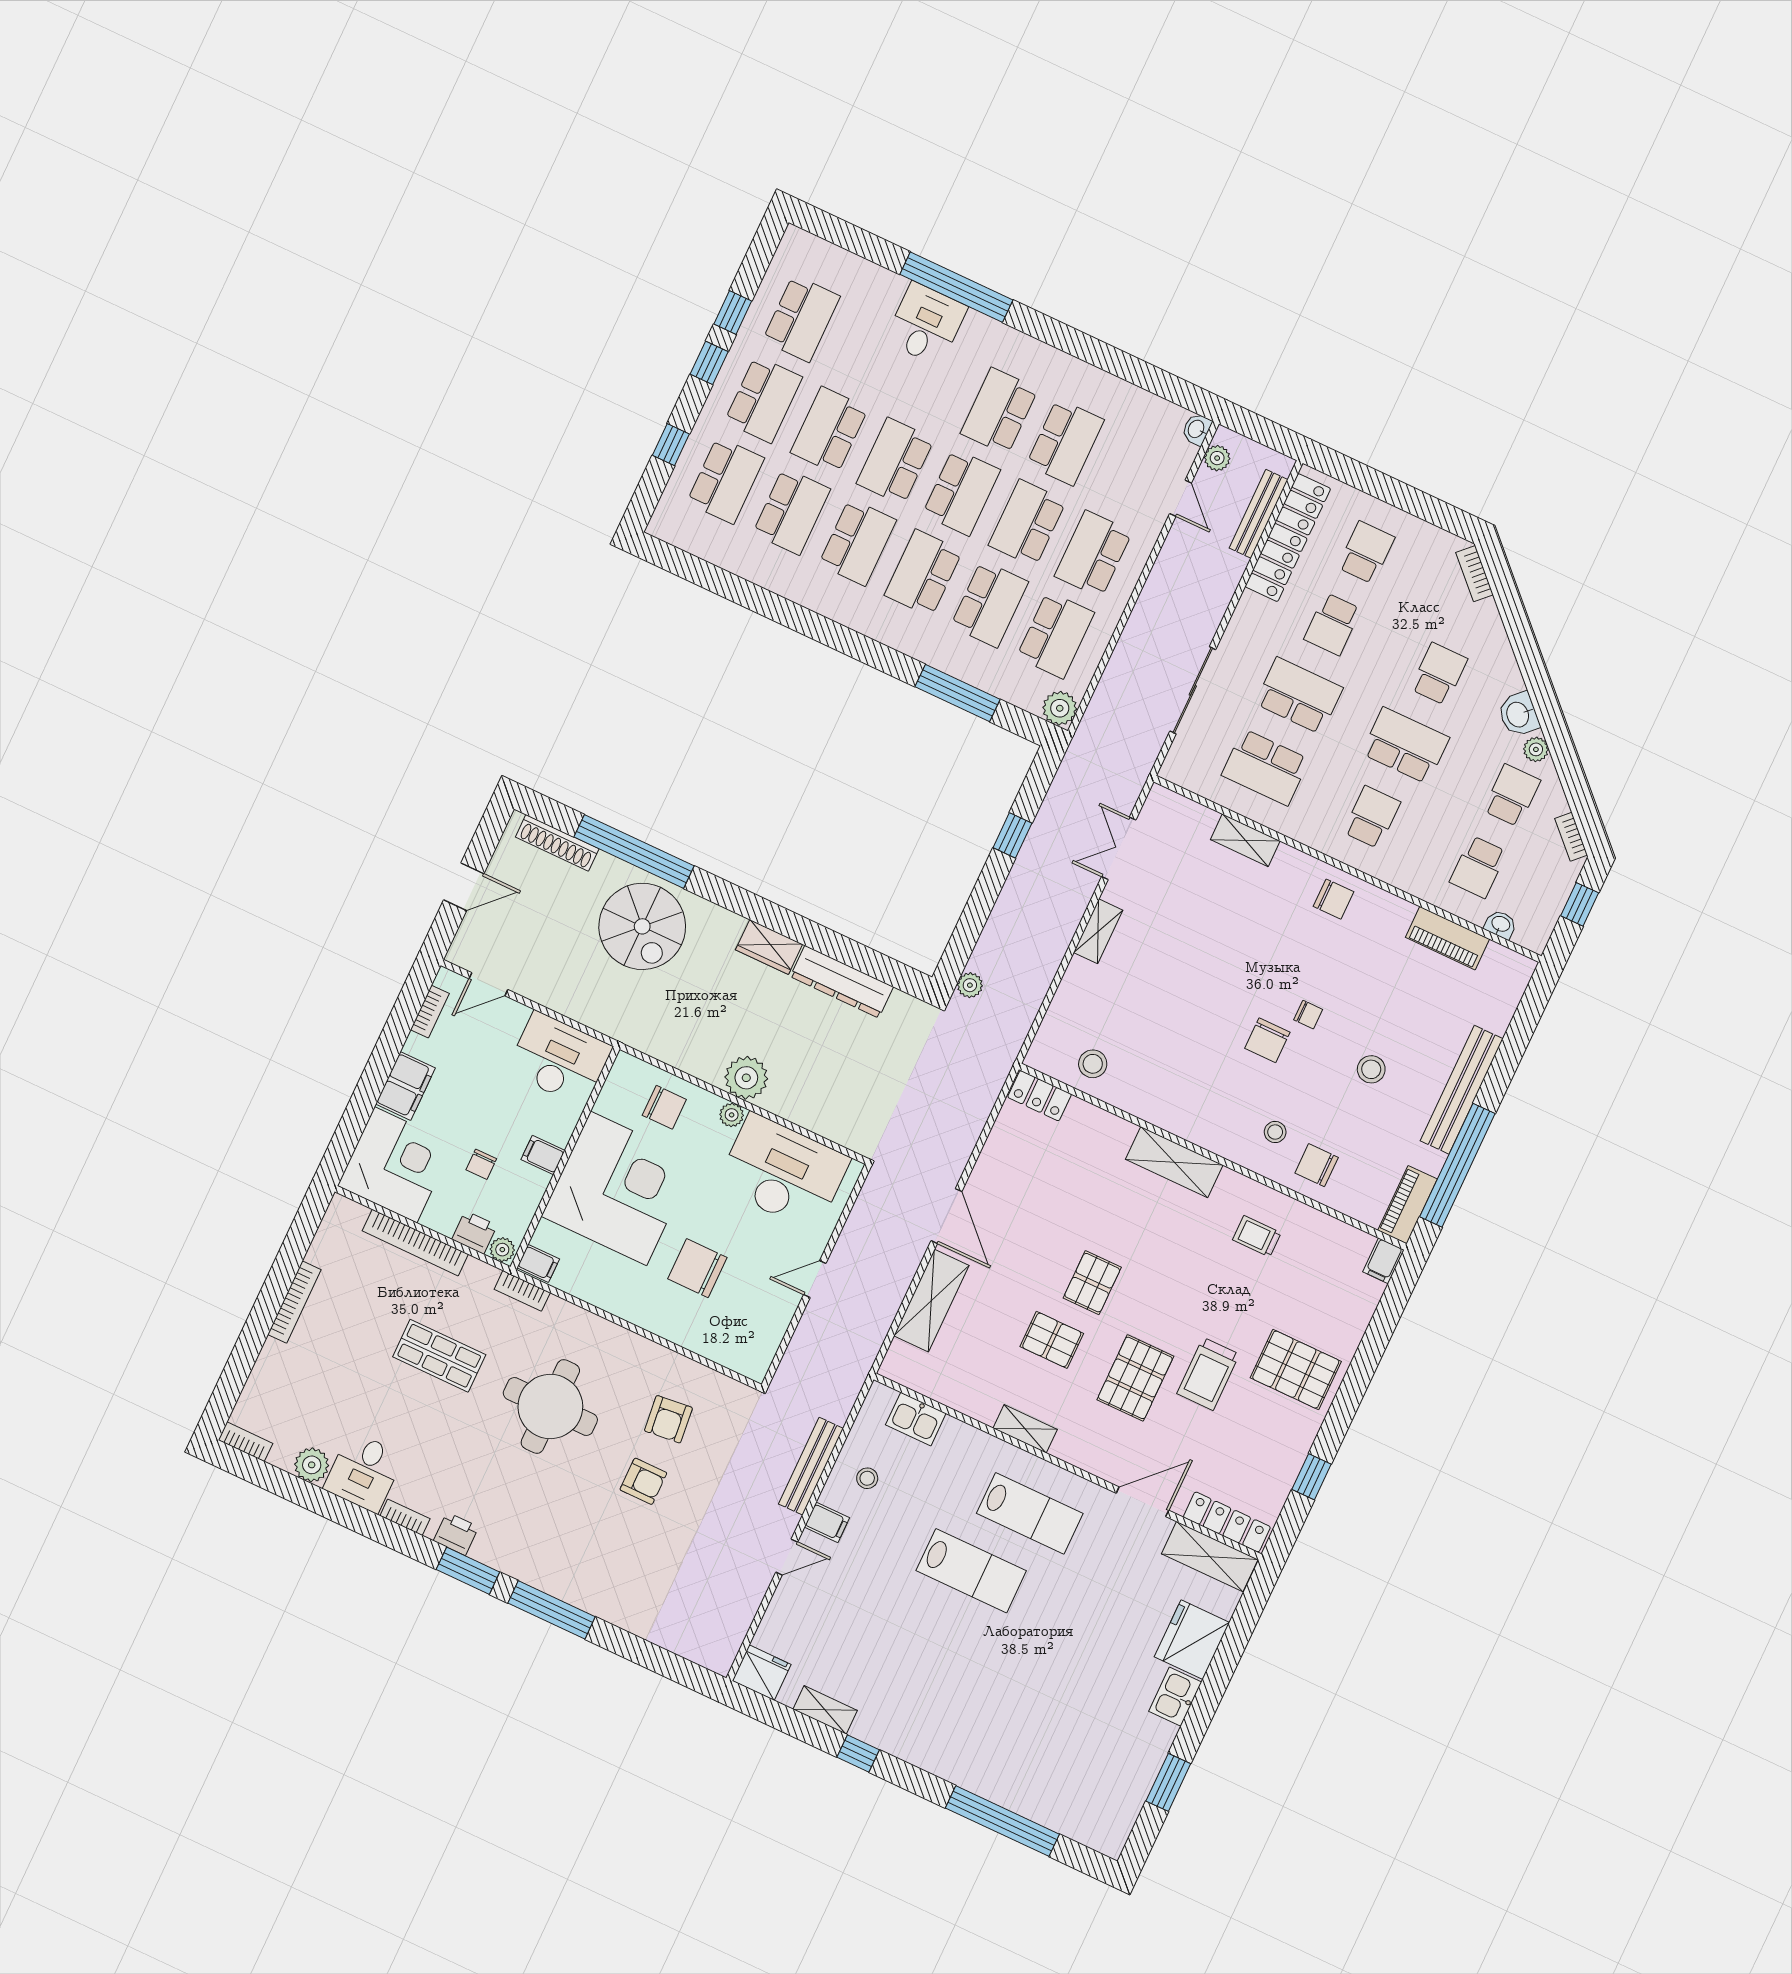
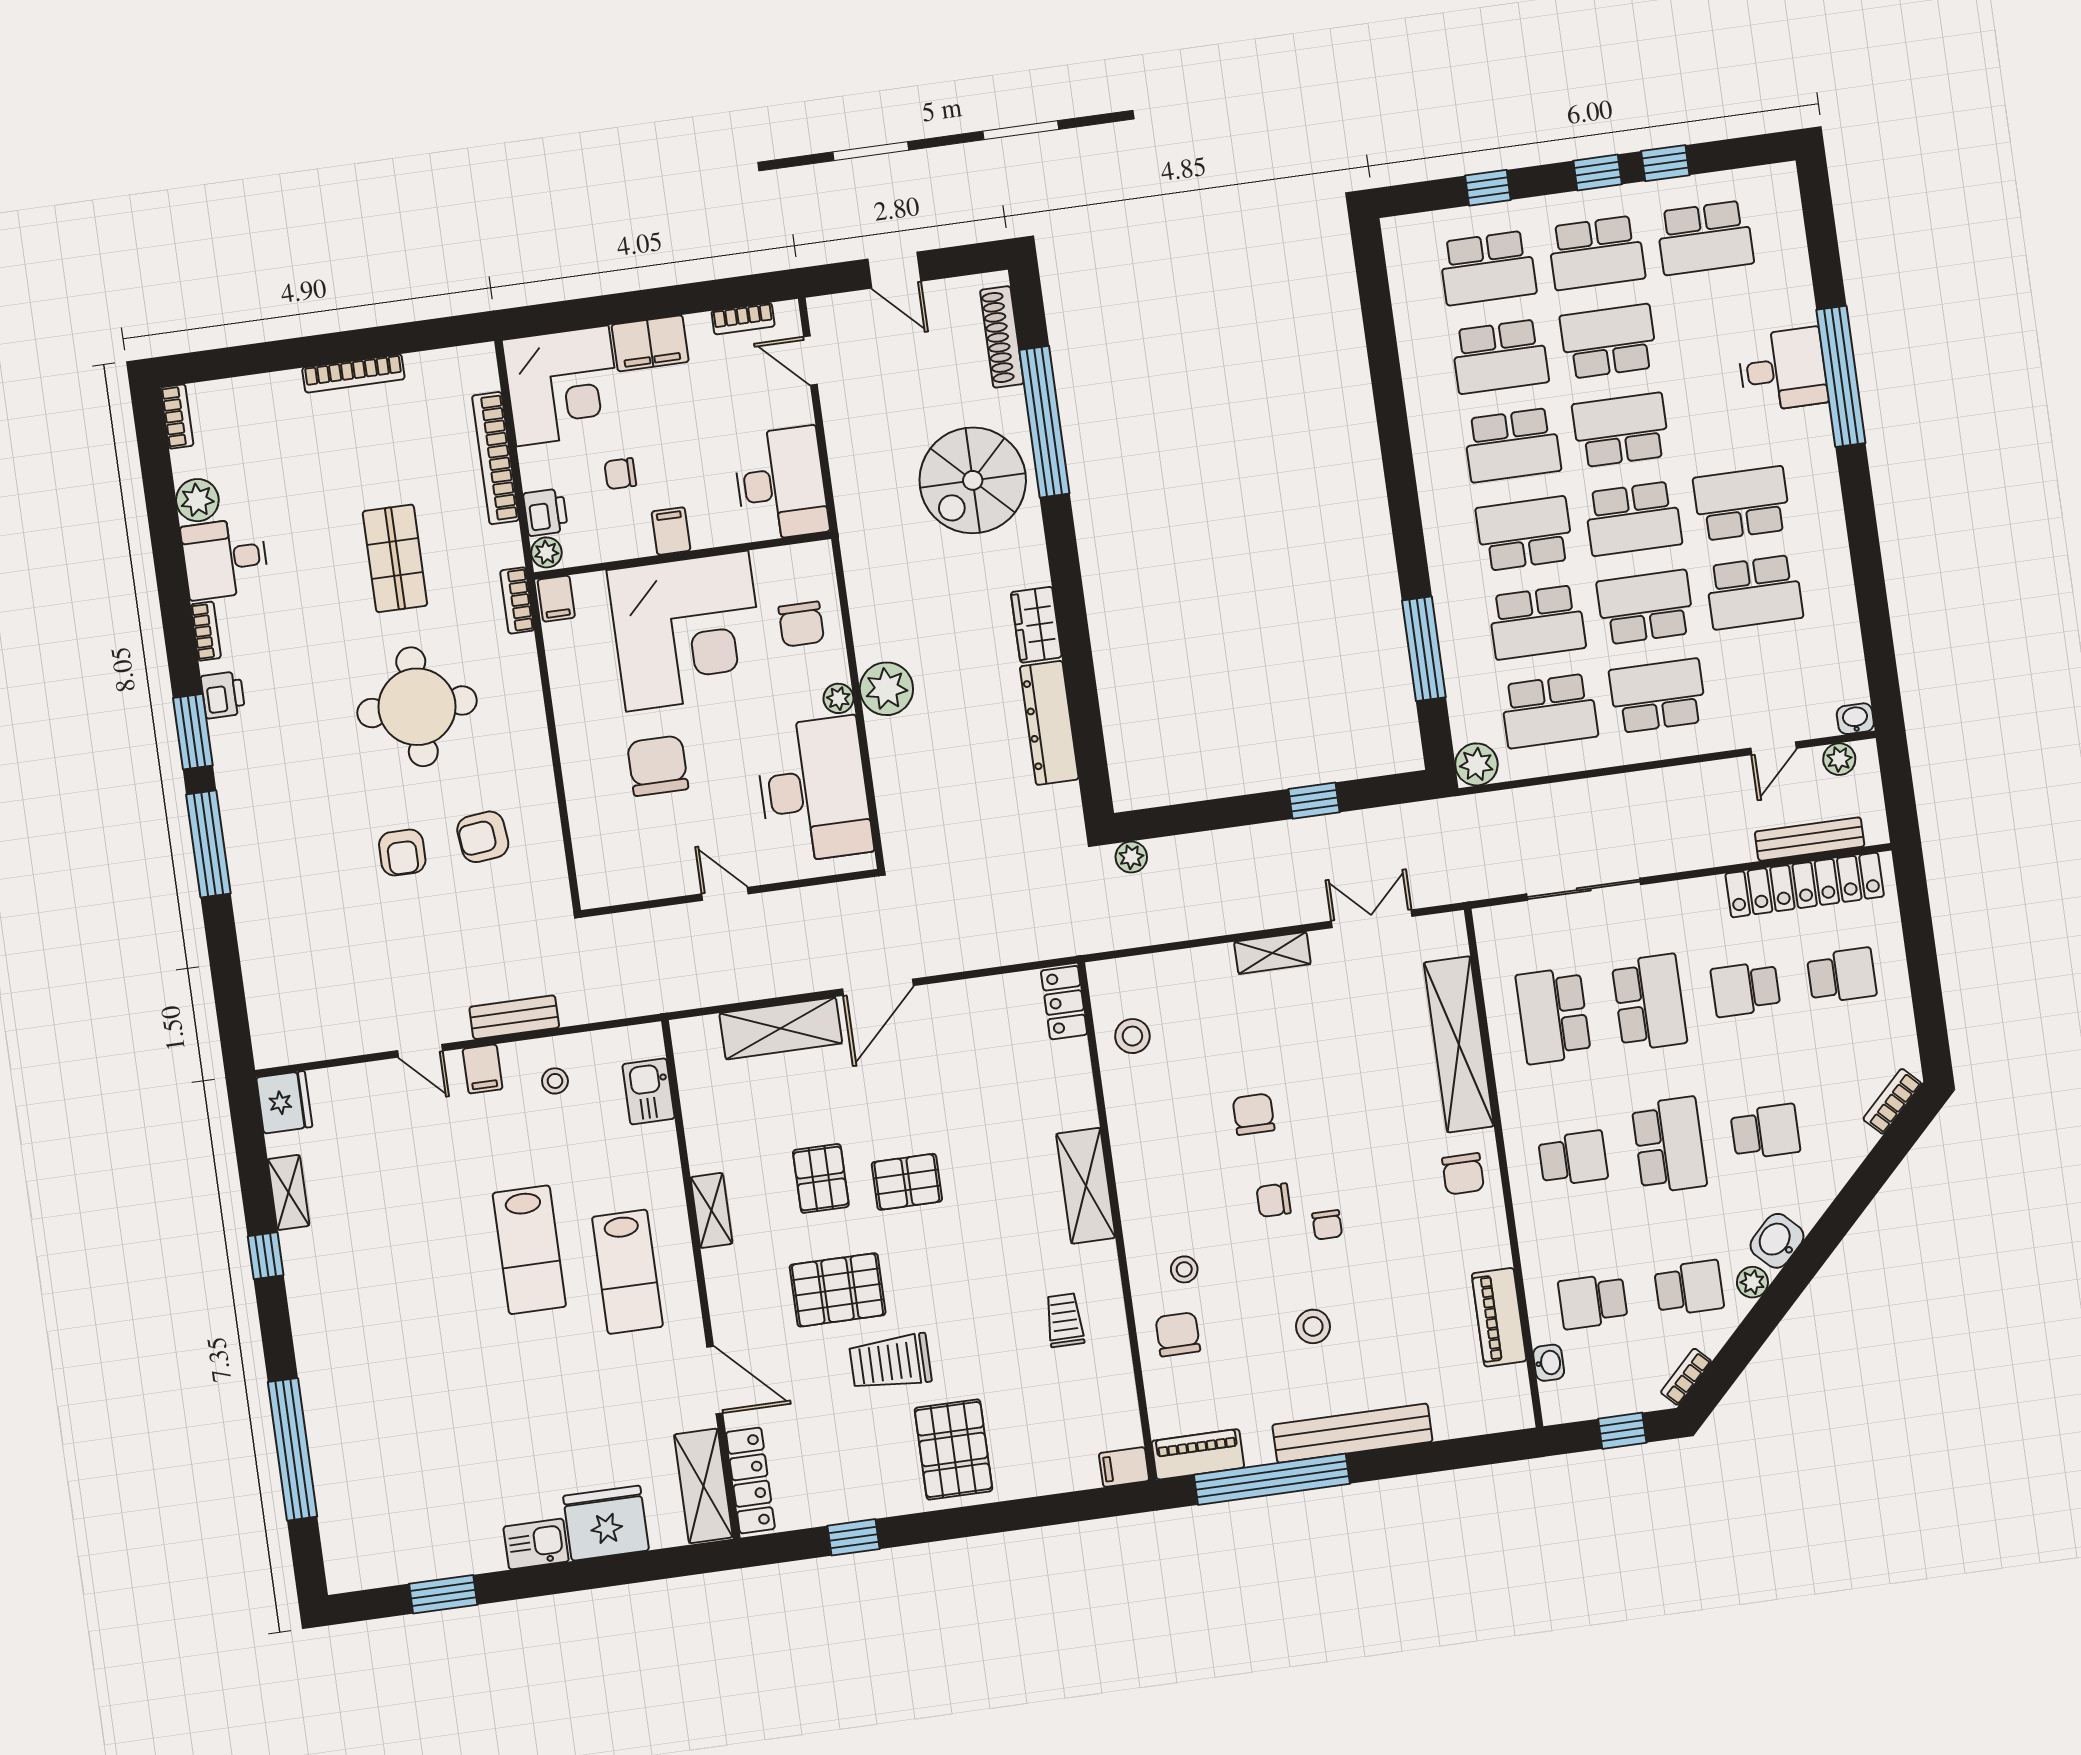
shelving: (1245, 840) -> (1459, 1044), width x2.20, depth x1.33
chair: (1200, 1016) -> (1254, 1114), added
chair: (1267, 1040) -> (1274, 1200), width x0.73, depth x0.73
bench: (811, 1466) -> (514, 1017), width x0.73

